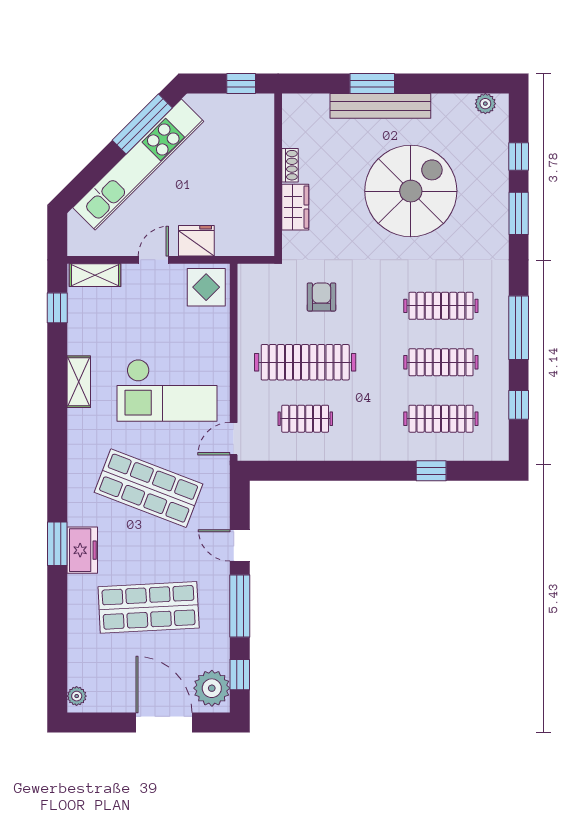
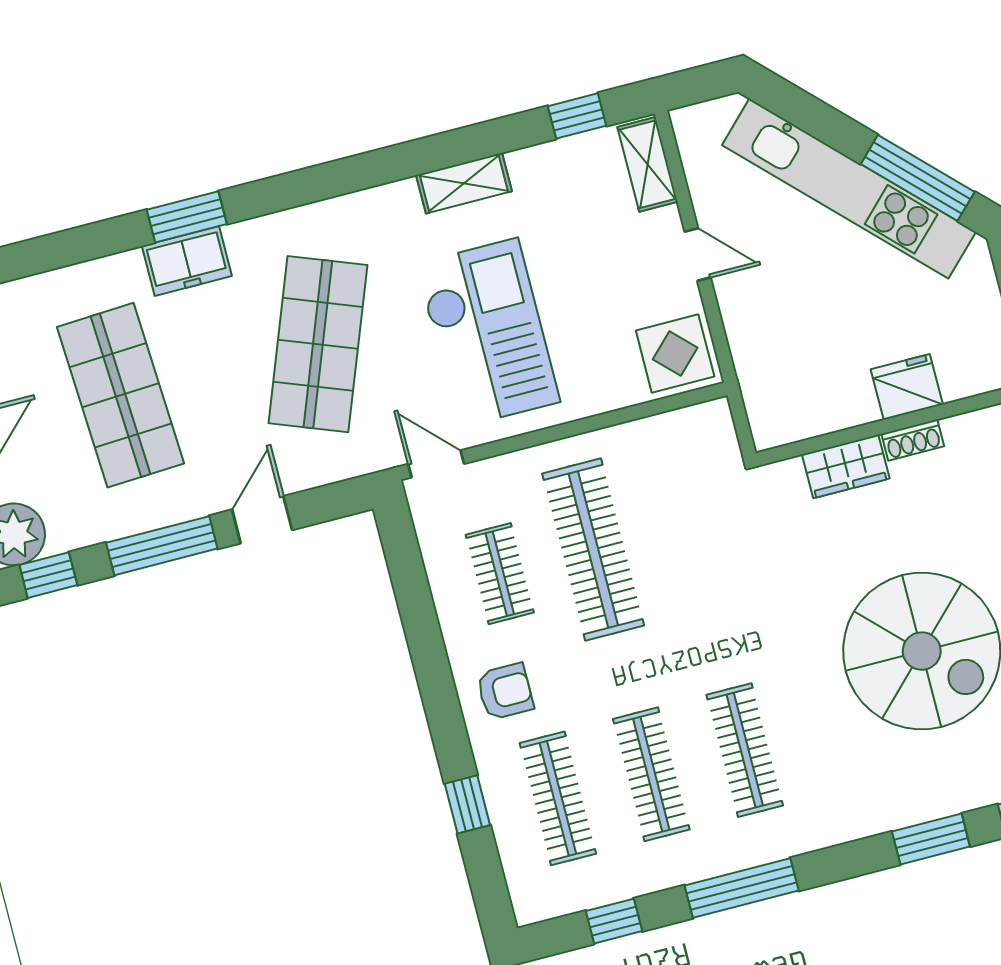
fridge: (196, 241) -> (907, 387), moved, turned -90
armchair: (322, 297) -> (505, 691), moved
checkout: (167, 390) -> (488, 333), turned 180

